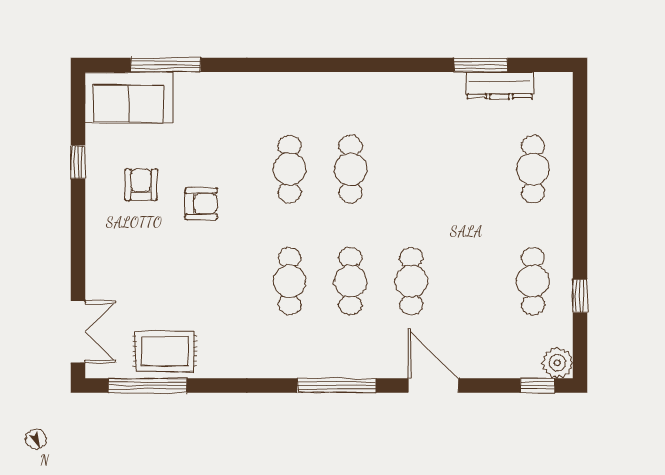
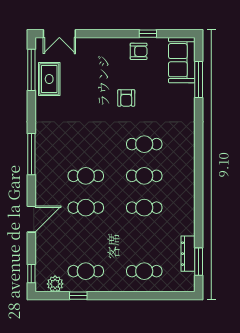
window: (481, 65) -> (199, 262), moved
armchair: (141, 185) -> (139, 51), moved
cafe table: (290, 281) -> (144, 208), moved
plant: (557, 363) -> (55, 284), moved
window: (337, 385) -> (31, 154), moved

